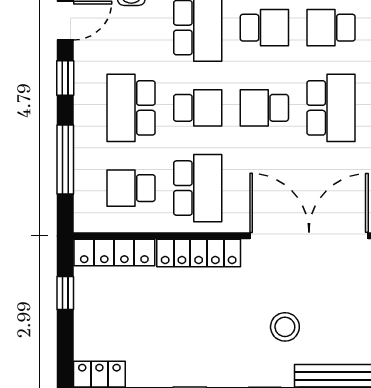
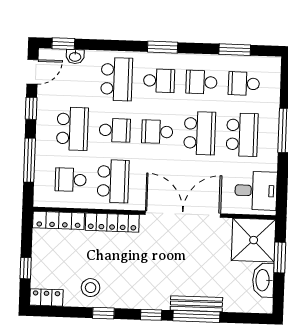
school desk: (131, 108) -> (72, 129), turned 180
window: (65, 293) -> (26, 268), moved
stool: (285, 327) -> (91, 288), moved

